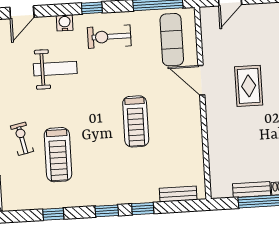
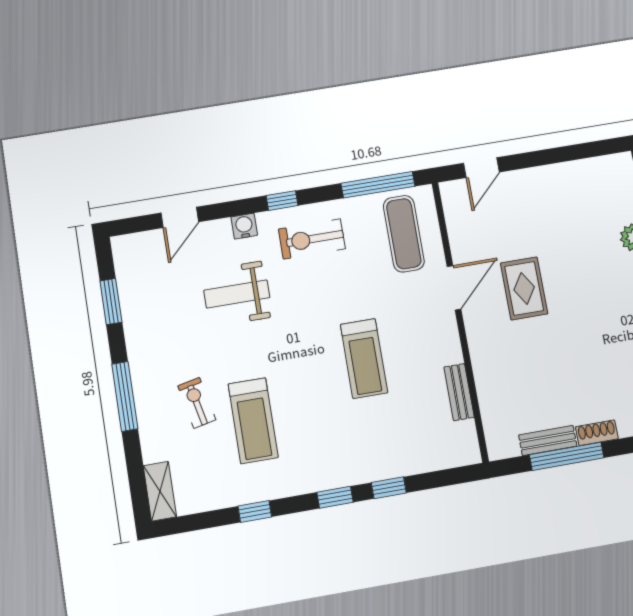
weight bench: (55, 69) -> (237, 294), turned 180
door: (201, 80) -> (454, 288), swing flipped
bench: (178, 194) -> (459, 392), moved, turned 90

